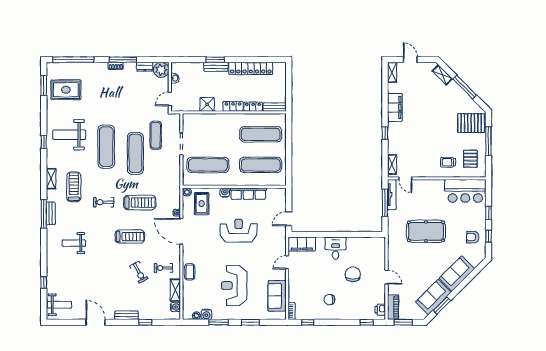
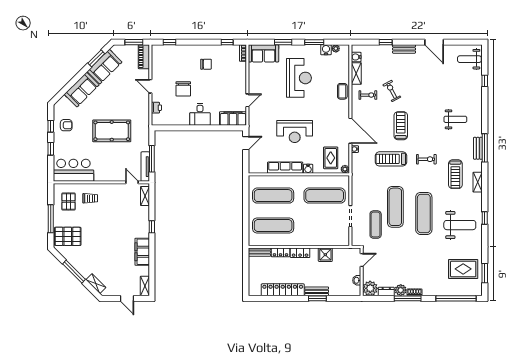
plant: (130, 68) -> (401, 290), added
treadmill: (130, 237) -> (401, 126), turned 90
sofa: (277, 296) -> (263, 53), moved, turned 90
printer: (380, 310) -> (156, 108), moved

